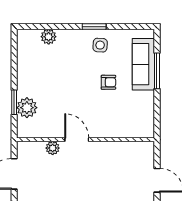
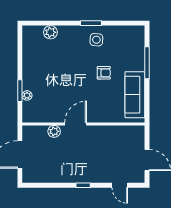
sofa: (143, 64) -> (135, 95), moved
plant: (27, 108) -> (27, 95), width x0.53, depth x0.53
door: (77, 140) -> (76, 124), hinge flipped

